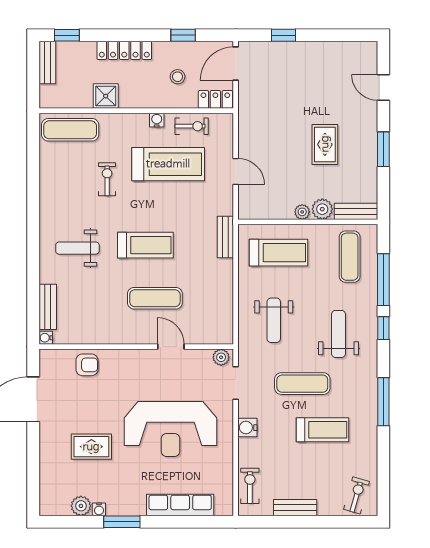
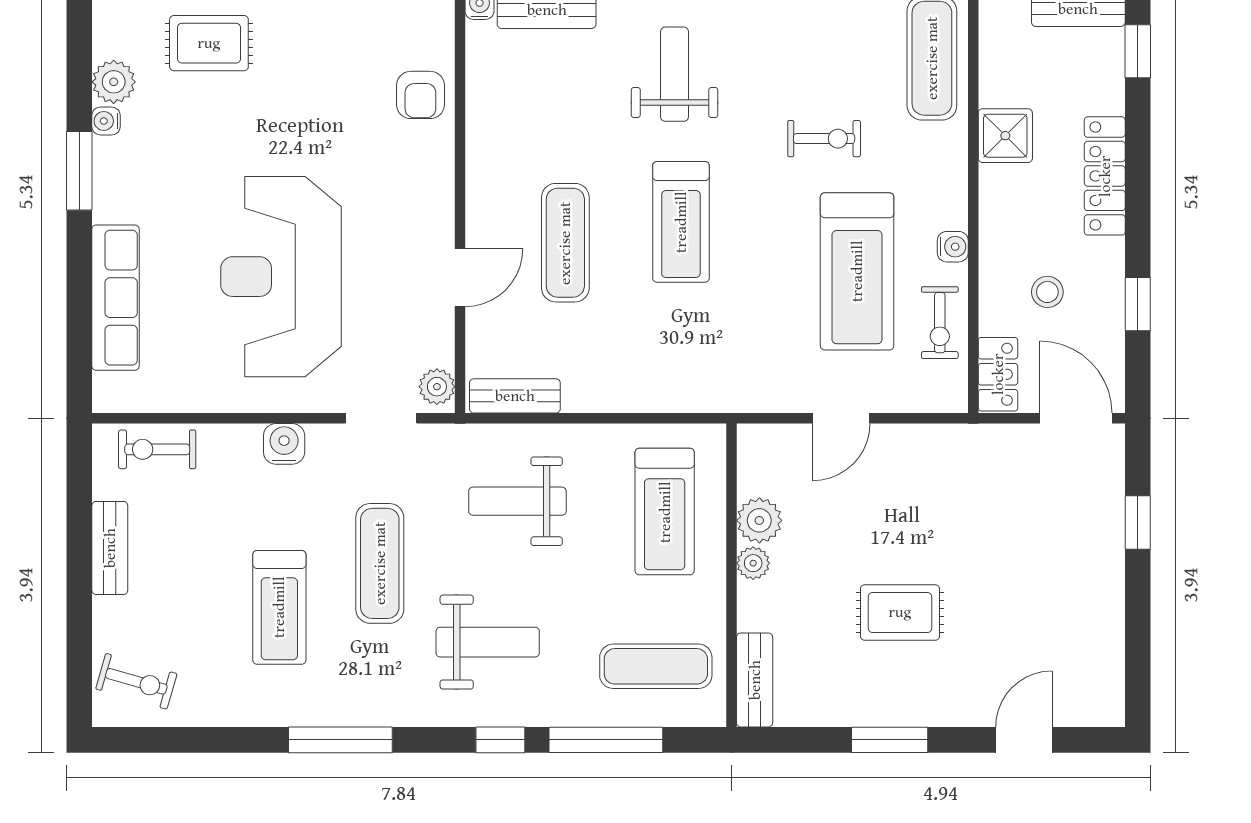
plant: (322, 209) -> (759, 520), moved
bench: (225, 237) -> (515, 396), moved
rug: (91, 447) -> (209, 43), moved, turned 90
exercise bike: (250, 486) -> (157, 449), turned 180

